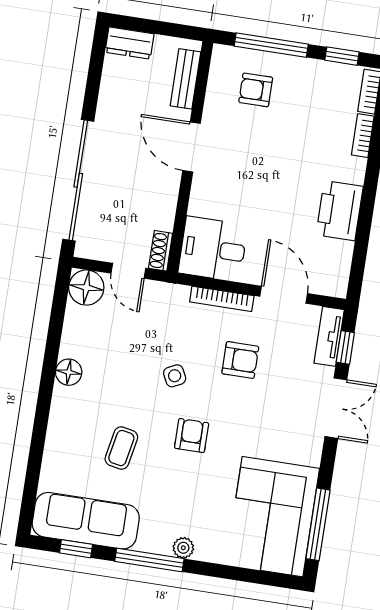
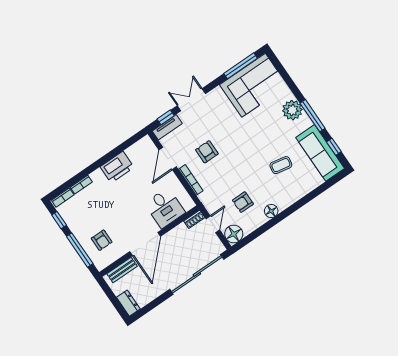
door: (192, 147) -> (145, 244), width x1.36
desk: (213, 249) -> (165, 208), moved
side table: (175, 376) -> (236, 171), removed
armchair: (192, 436) -> (243, 202), moved
plant: (183, 548) -> (292, 110), width x1.88, depth x1.88

